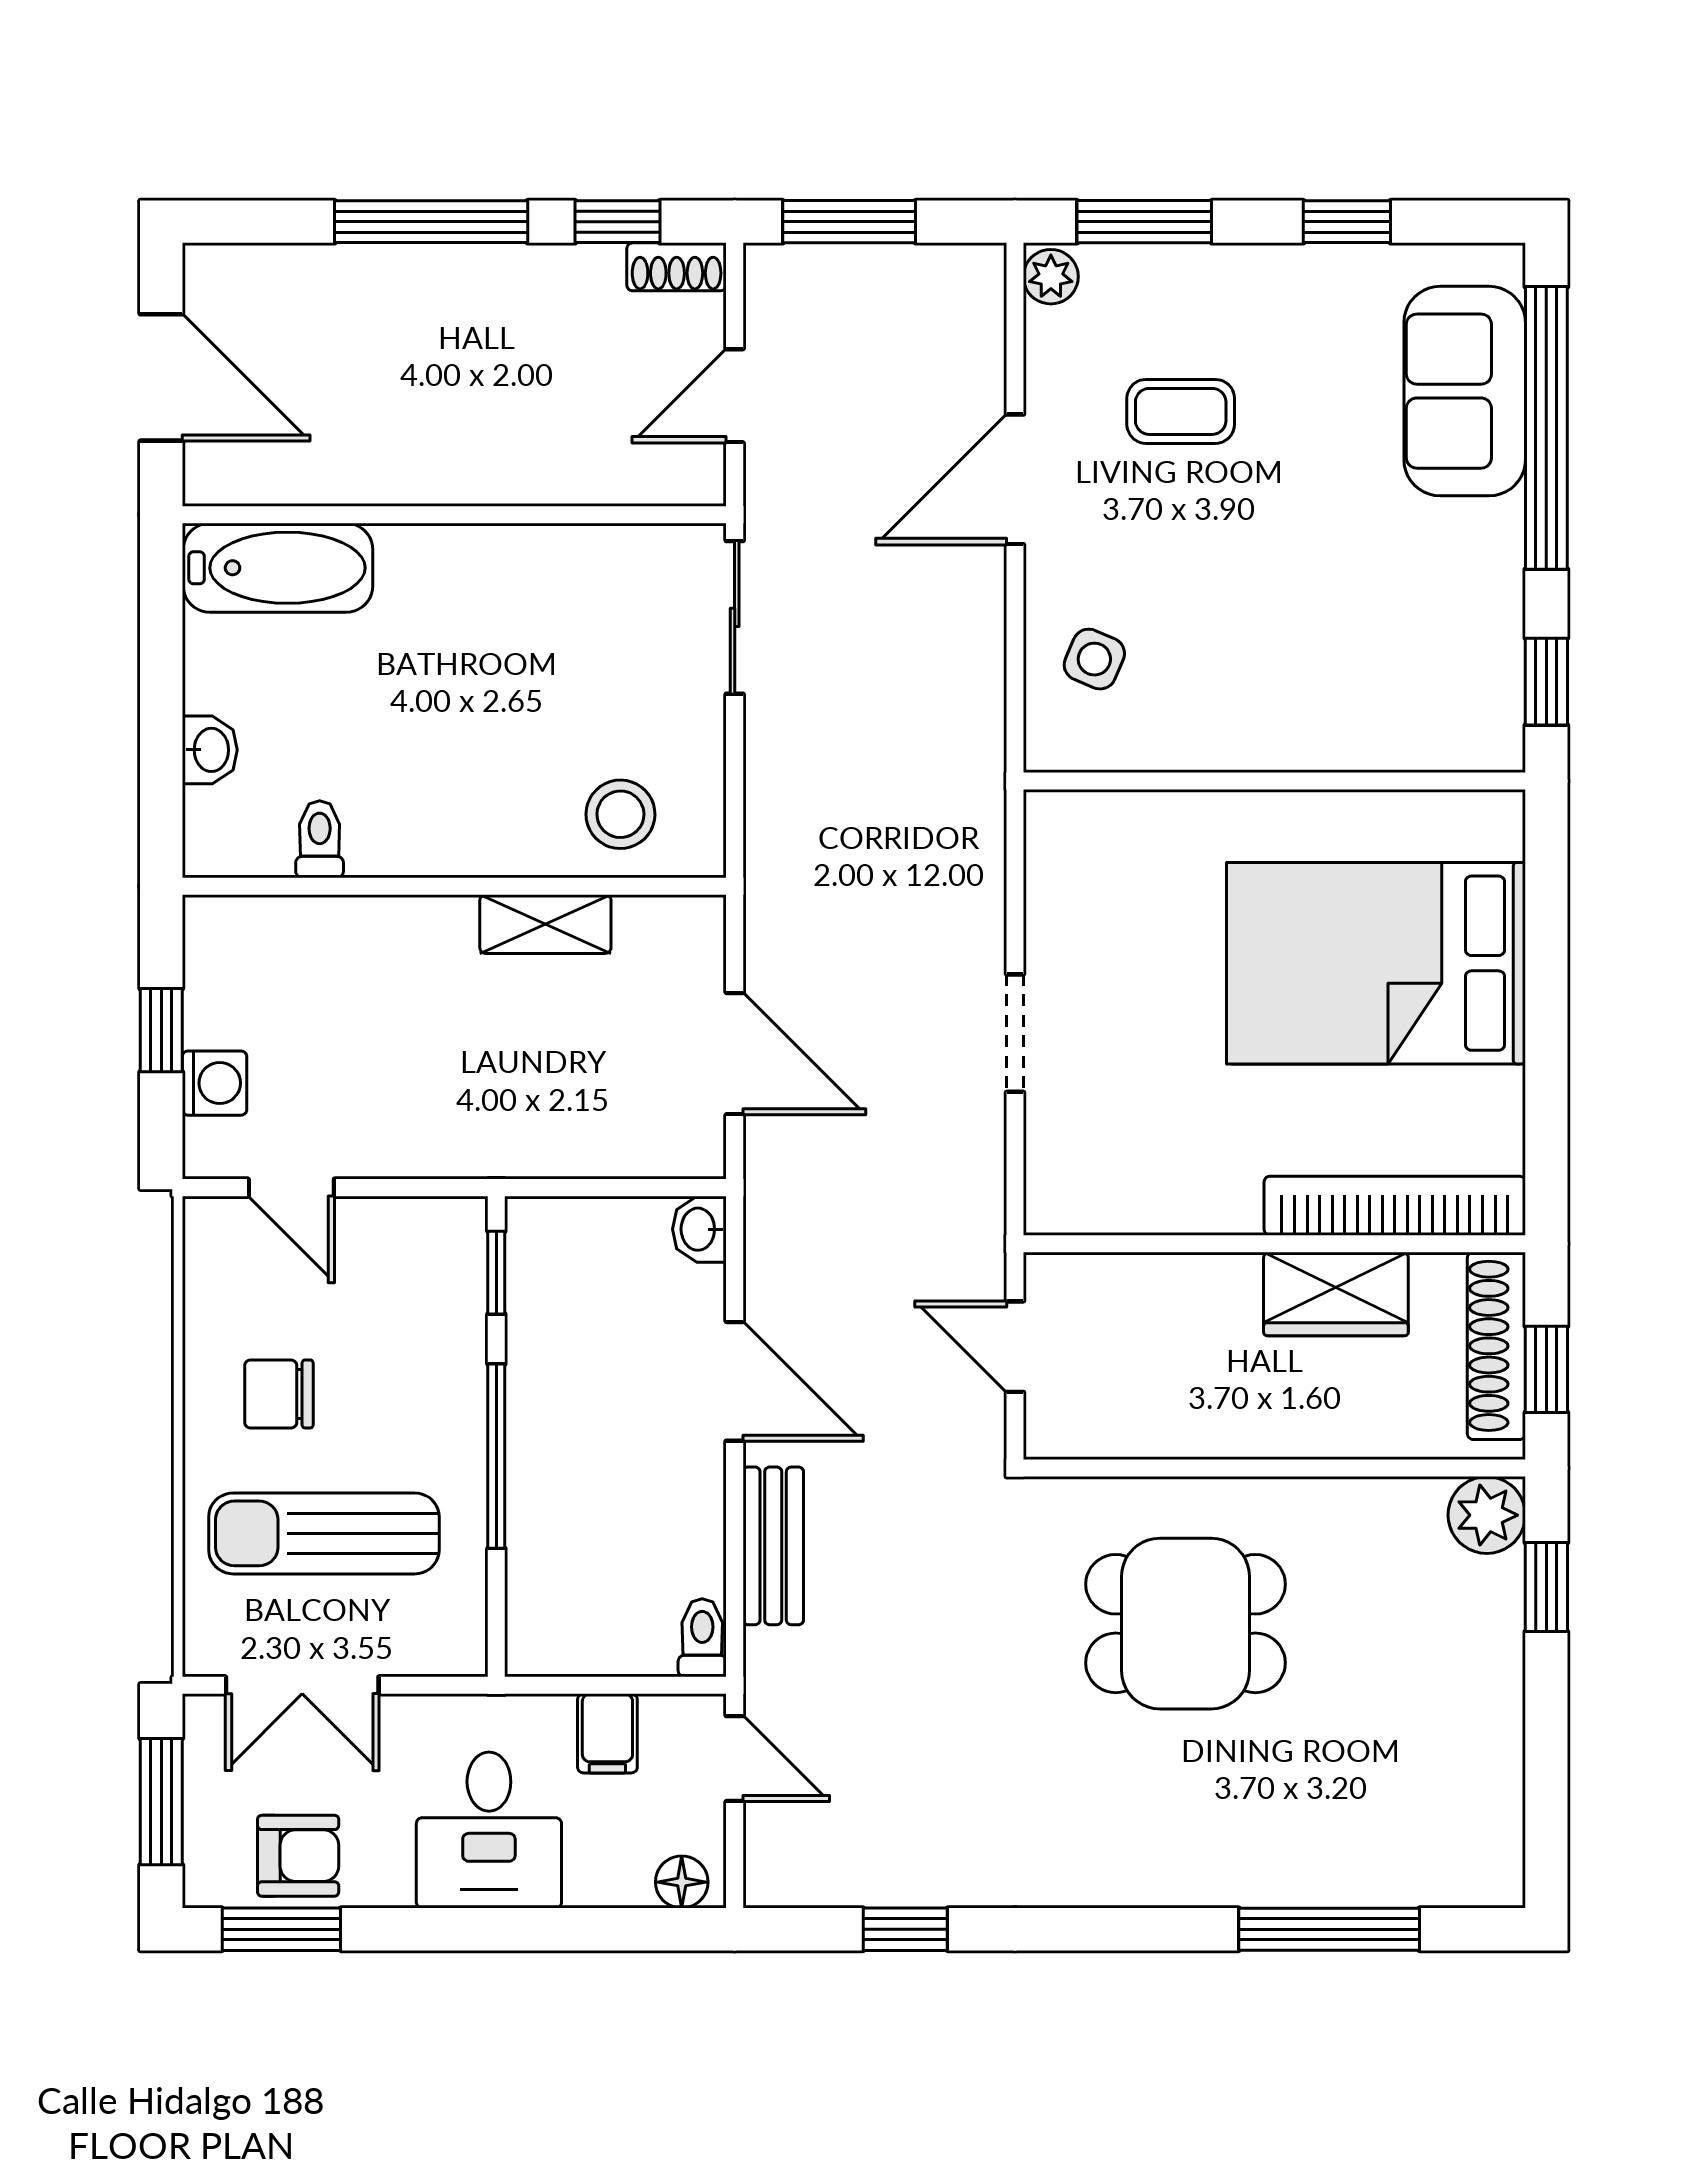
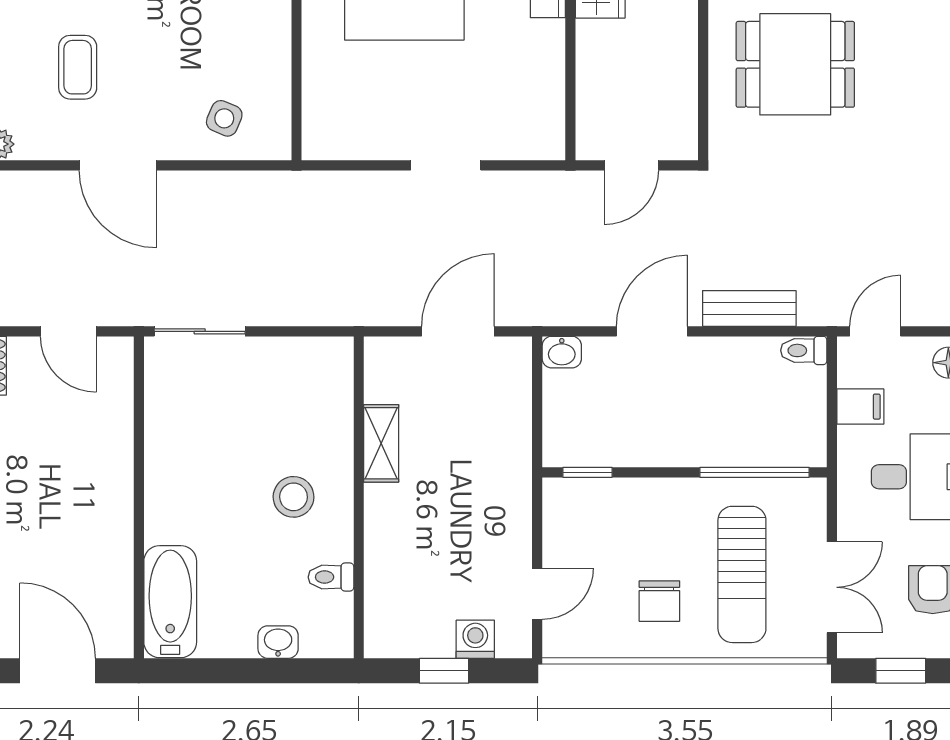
door: (161, 377) -> (58, 671), hinge flipped
stool: (620, 814) -> (294, 497), moved
window: (496, 1456) -> (755, 472), moved
dining table: (1186, 1624) -> (795, 64), turned 90
window: (161, 1802) -> (901, 671), width x0.67

